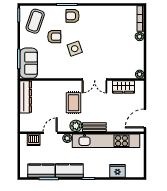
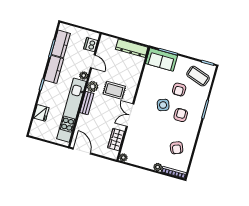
armchair: (72, 16) -> (181, 115), moved
armchair: (115, 23) -> (177, 148), added

